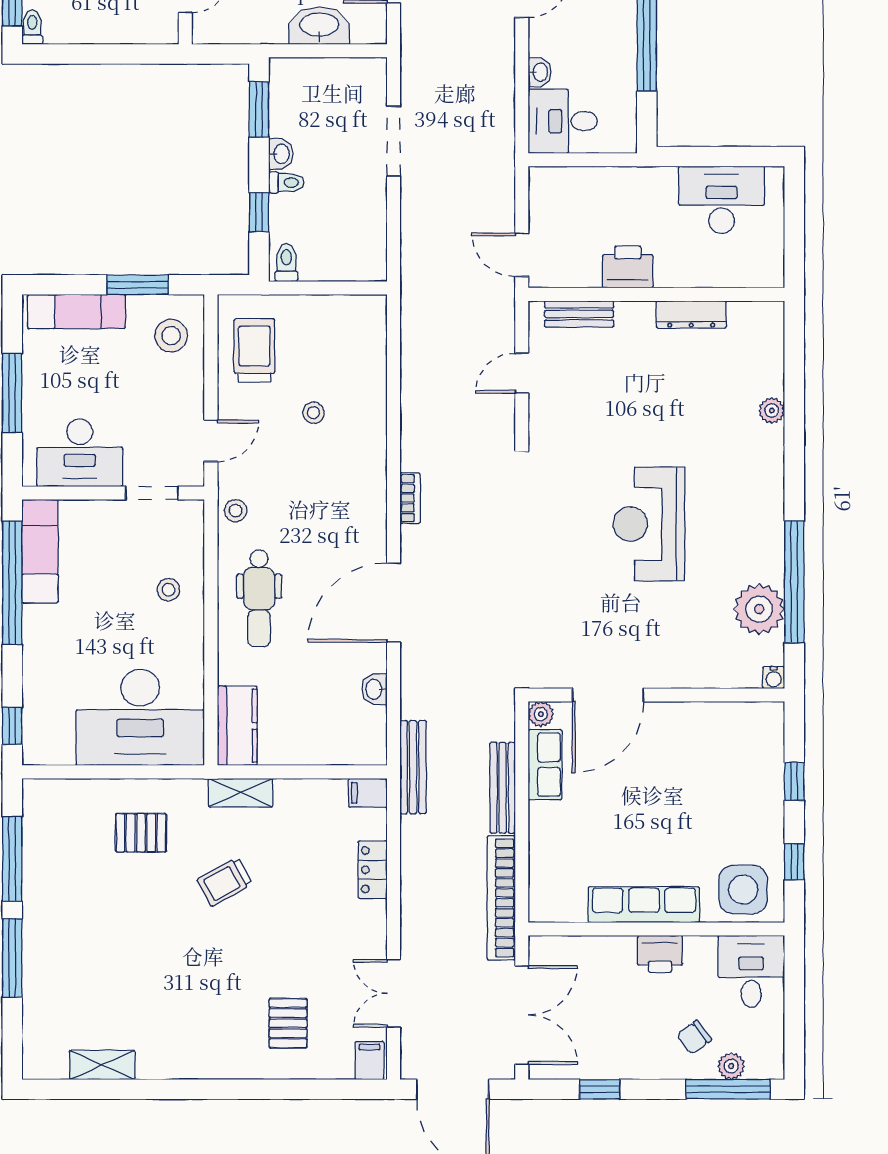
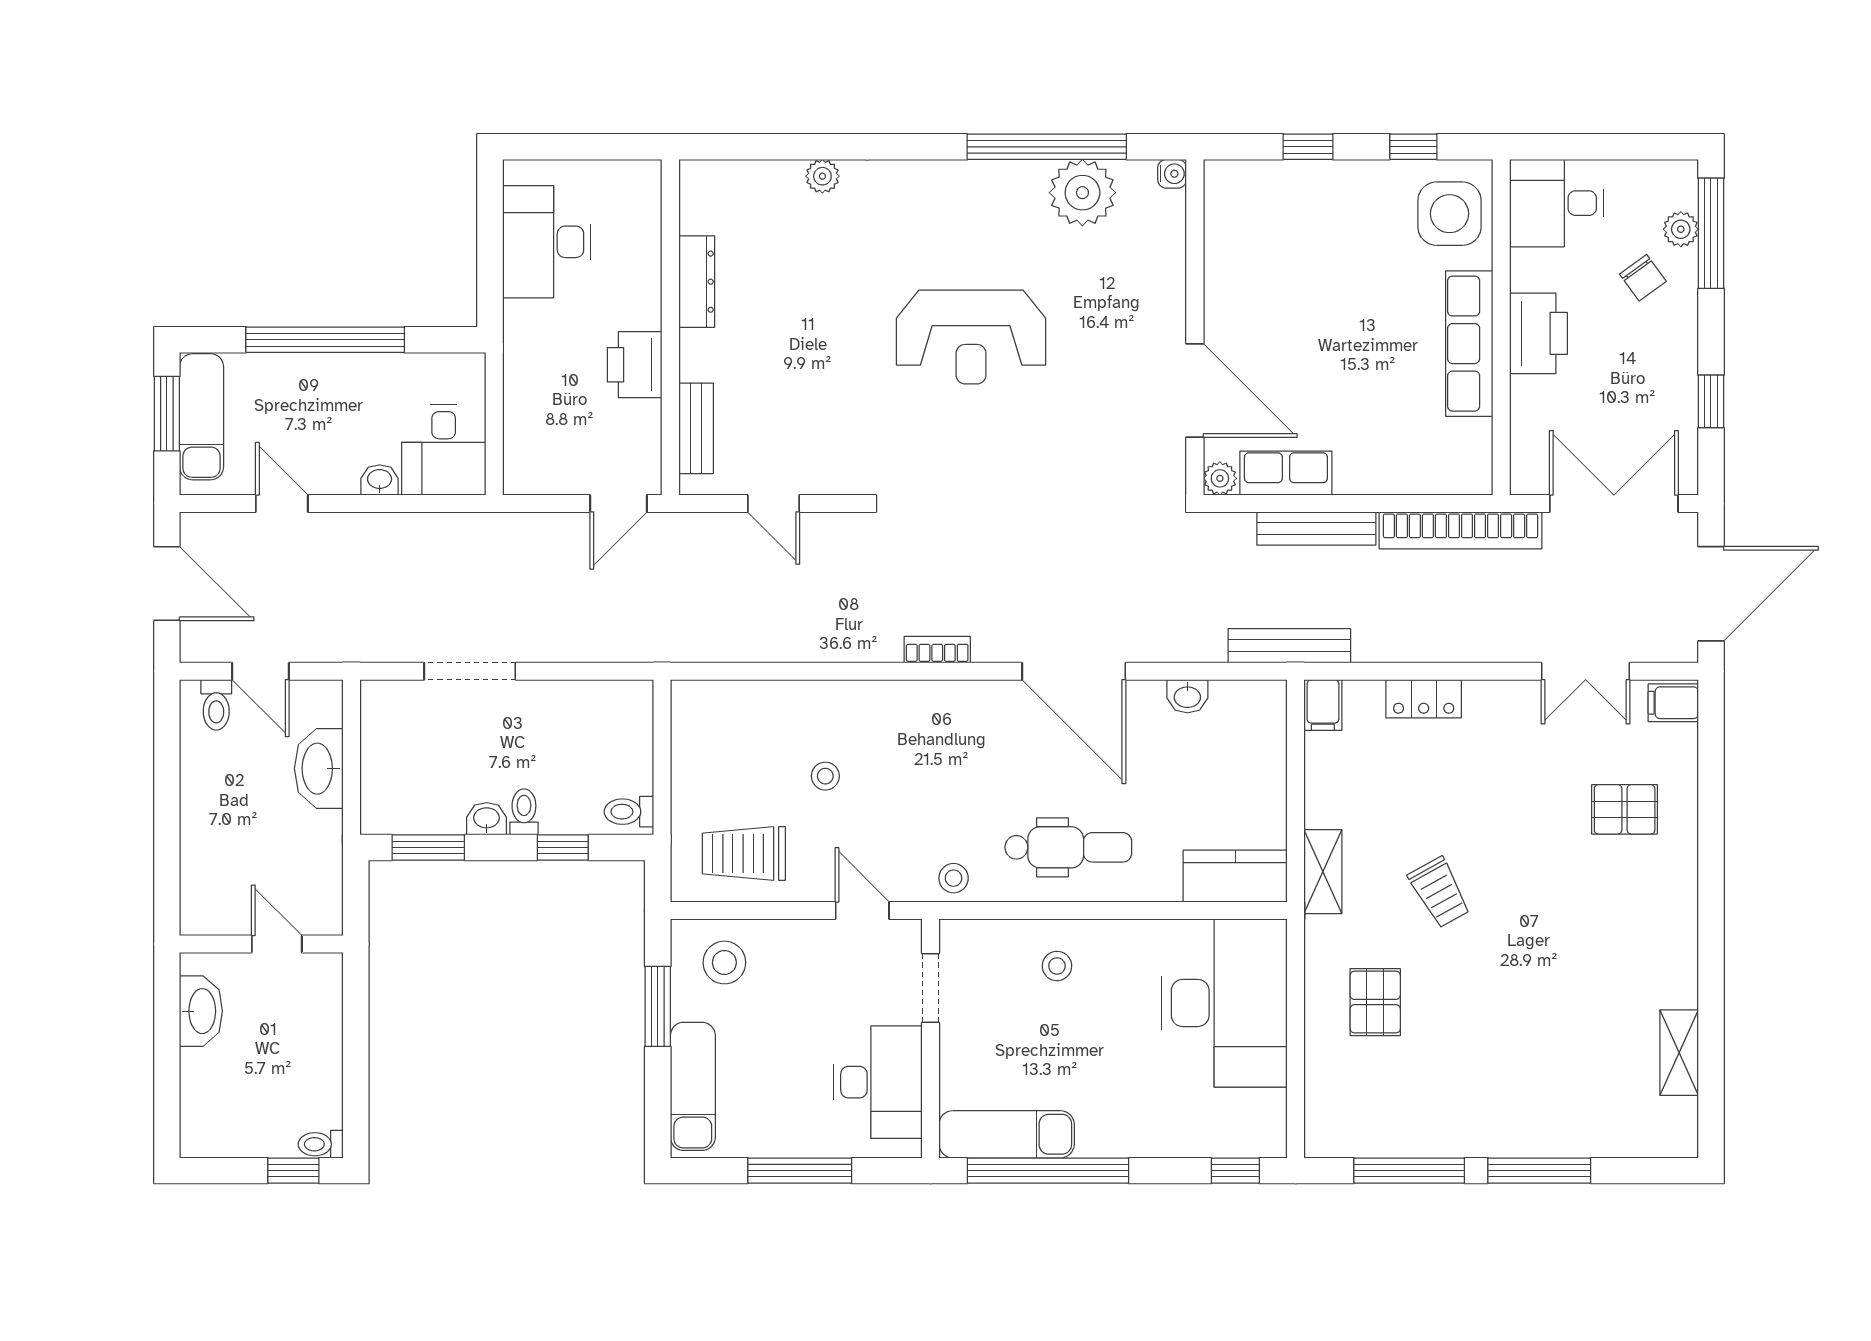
printer: (660, 954) -> (1539, 333), width x1.37, depth x1.19

